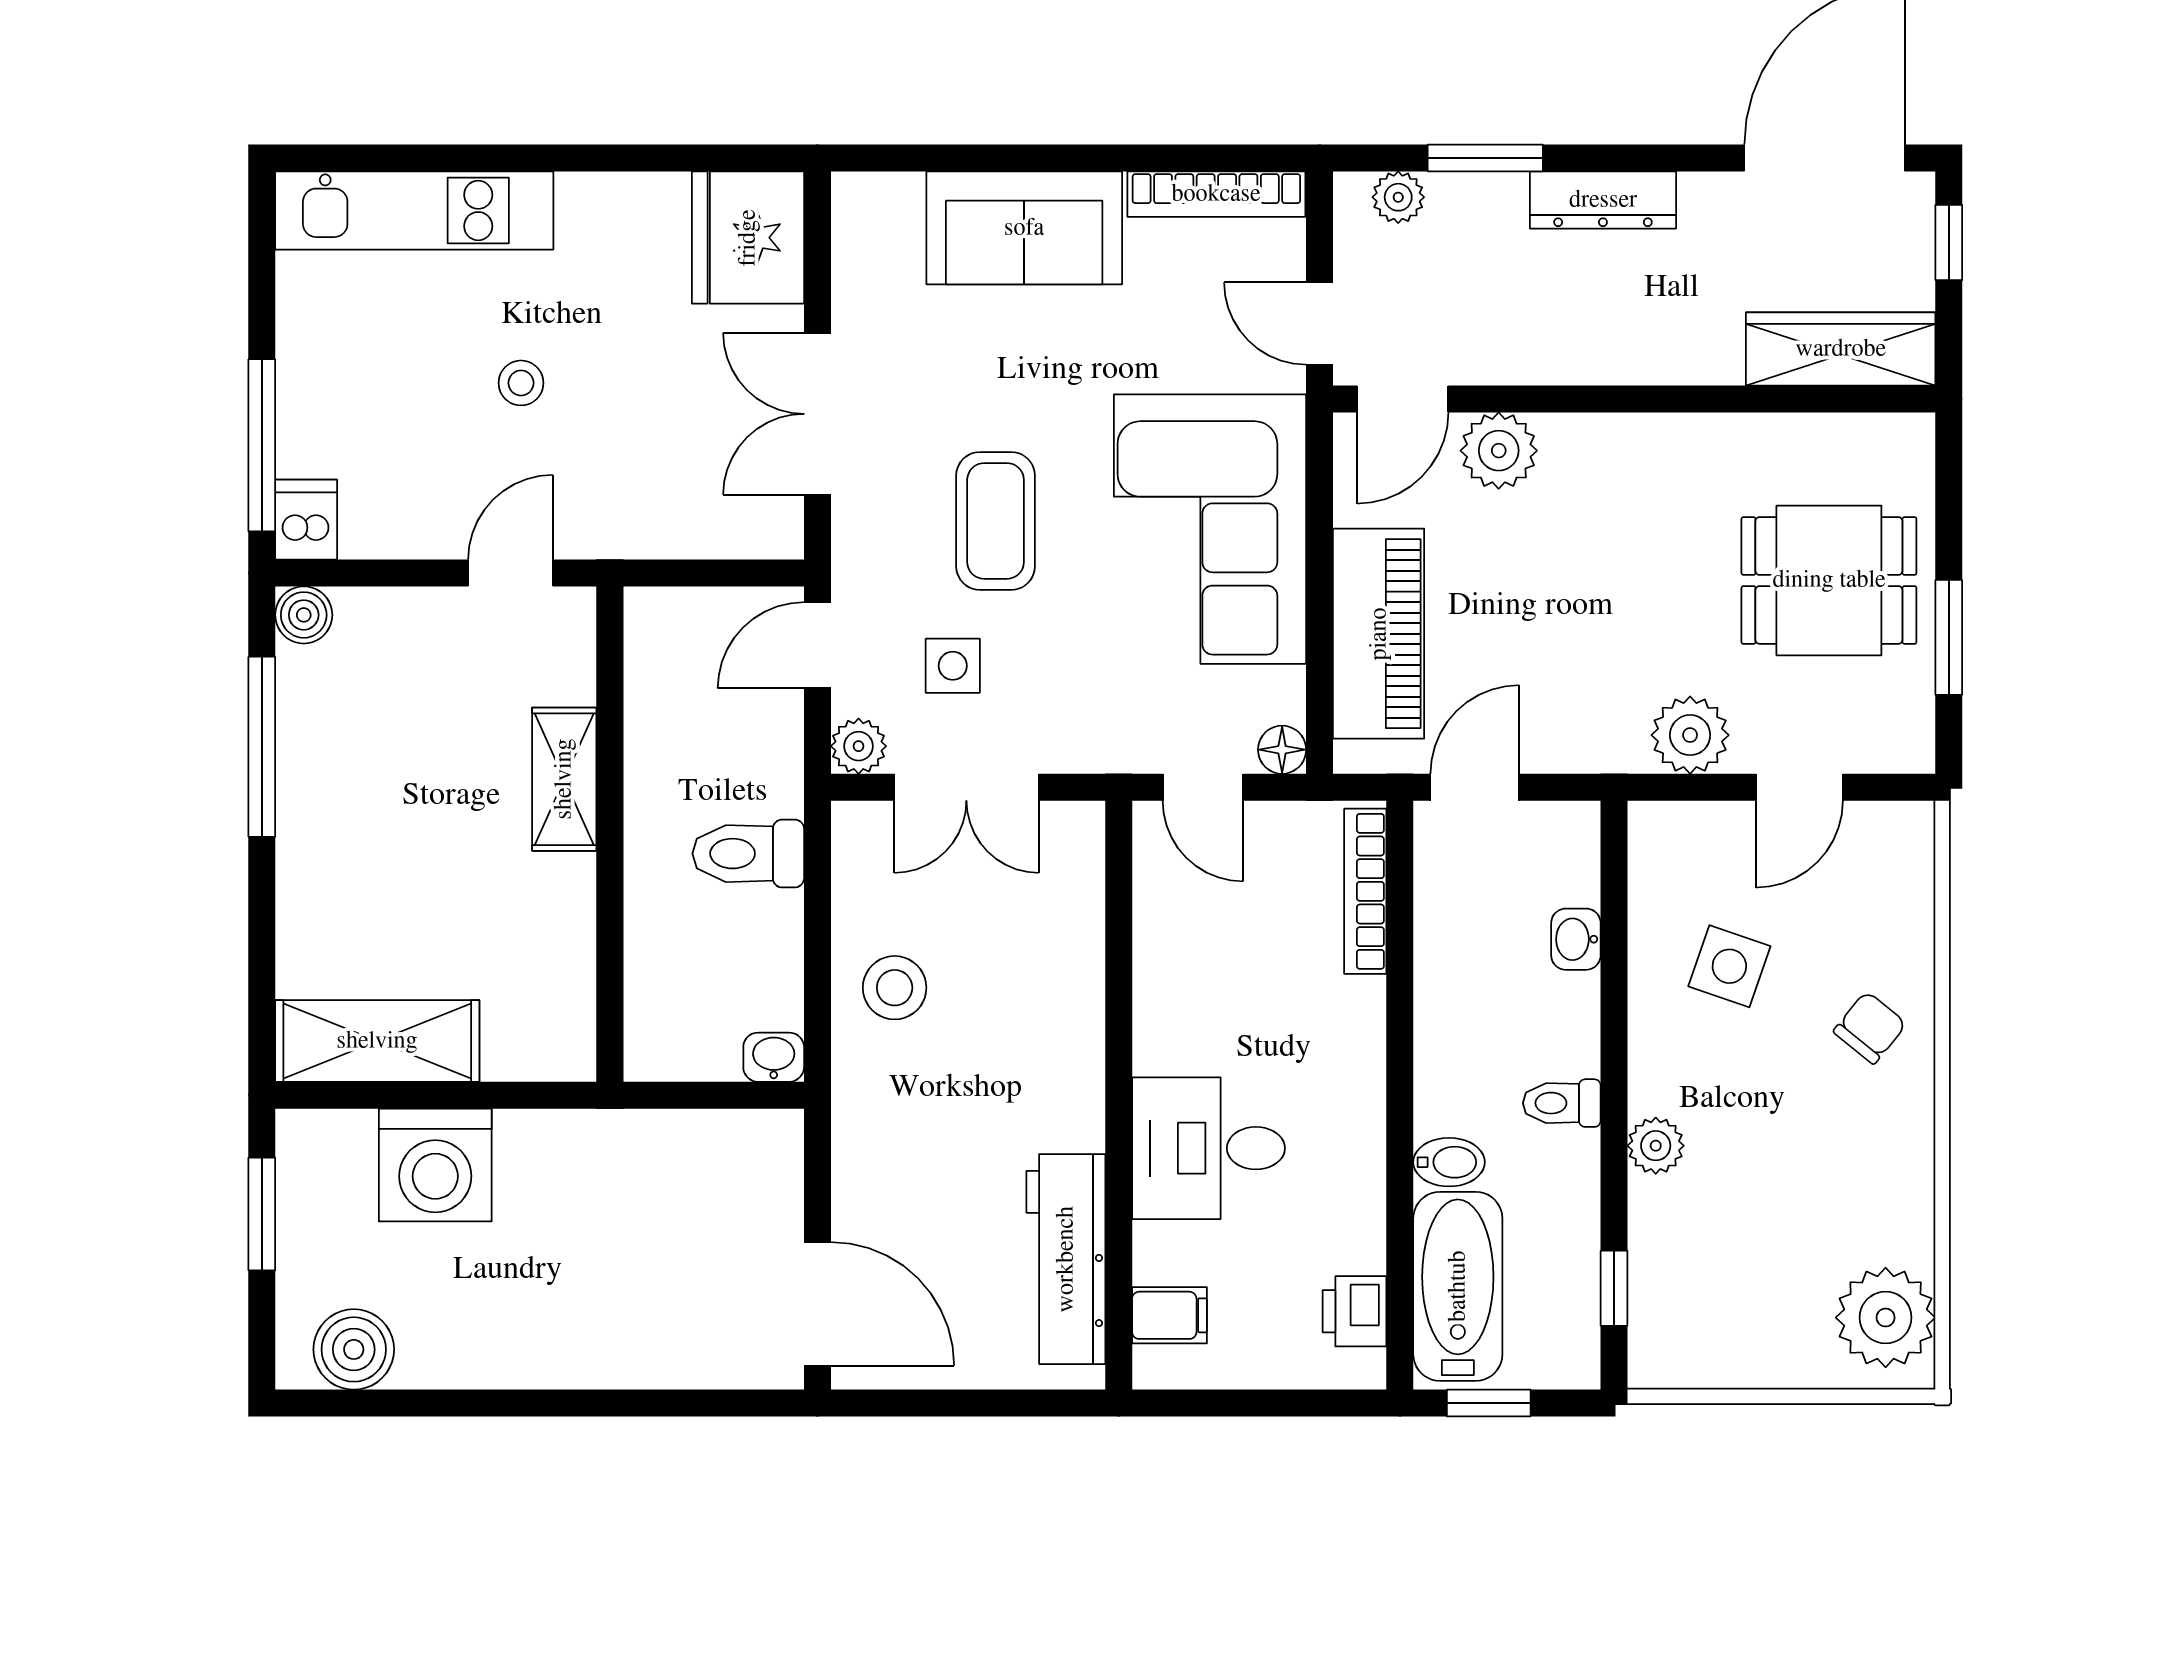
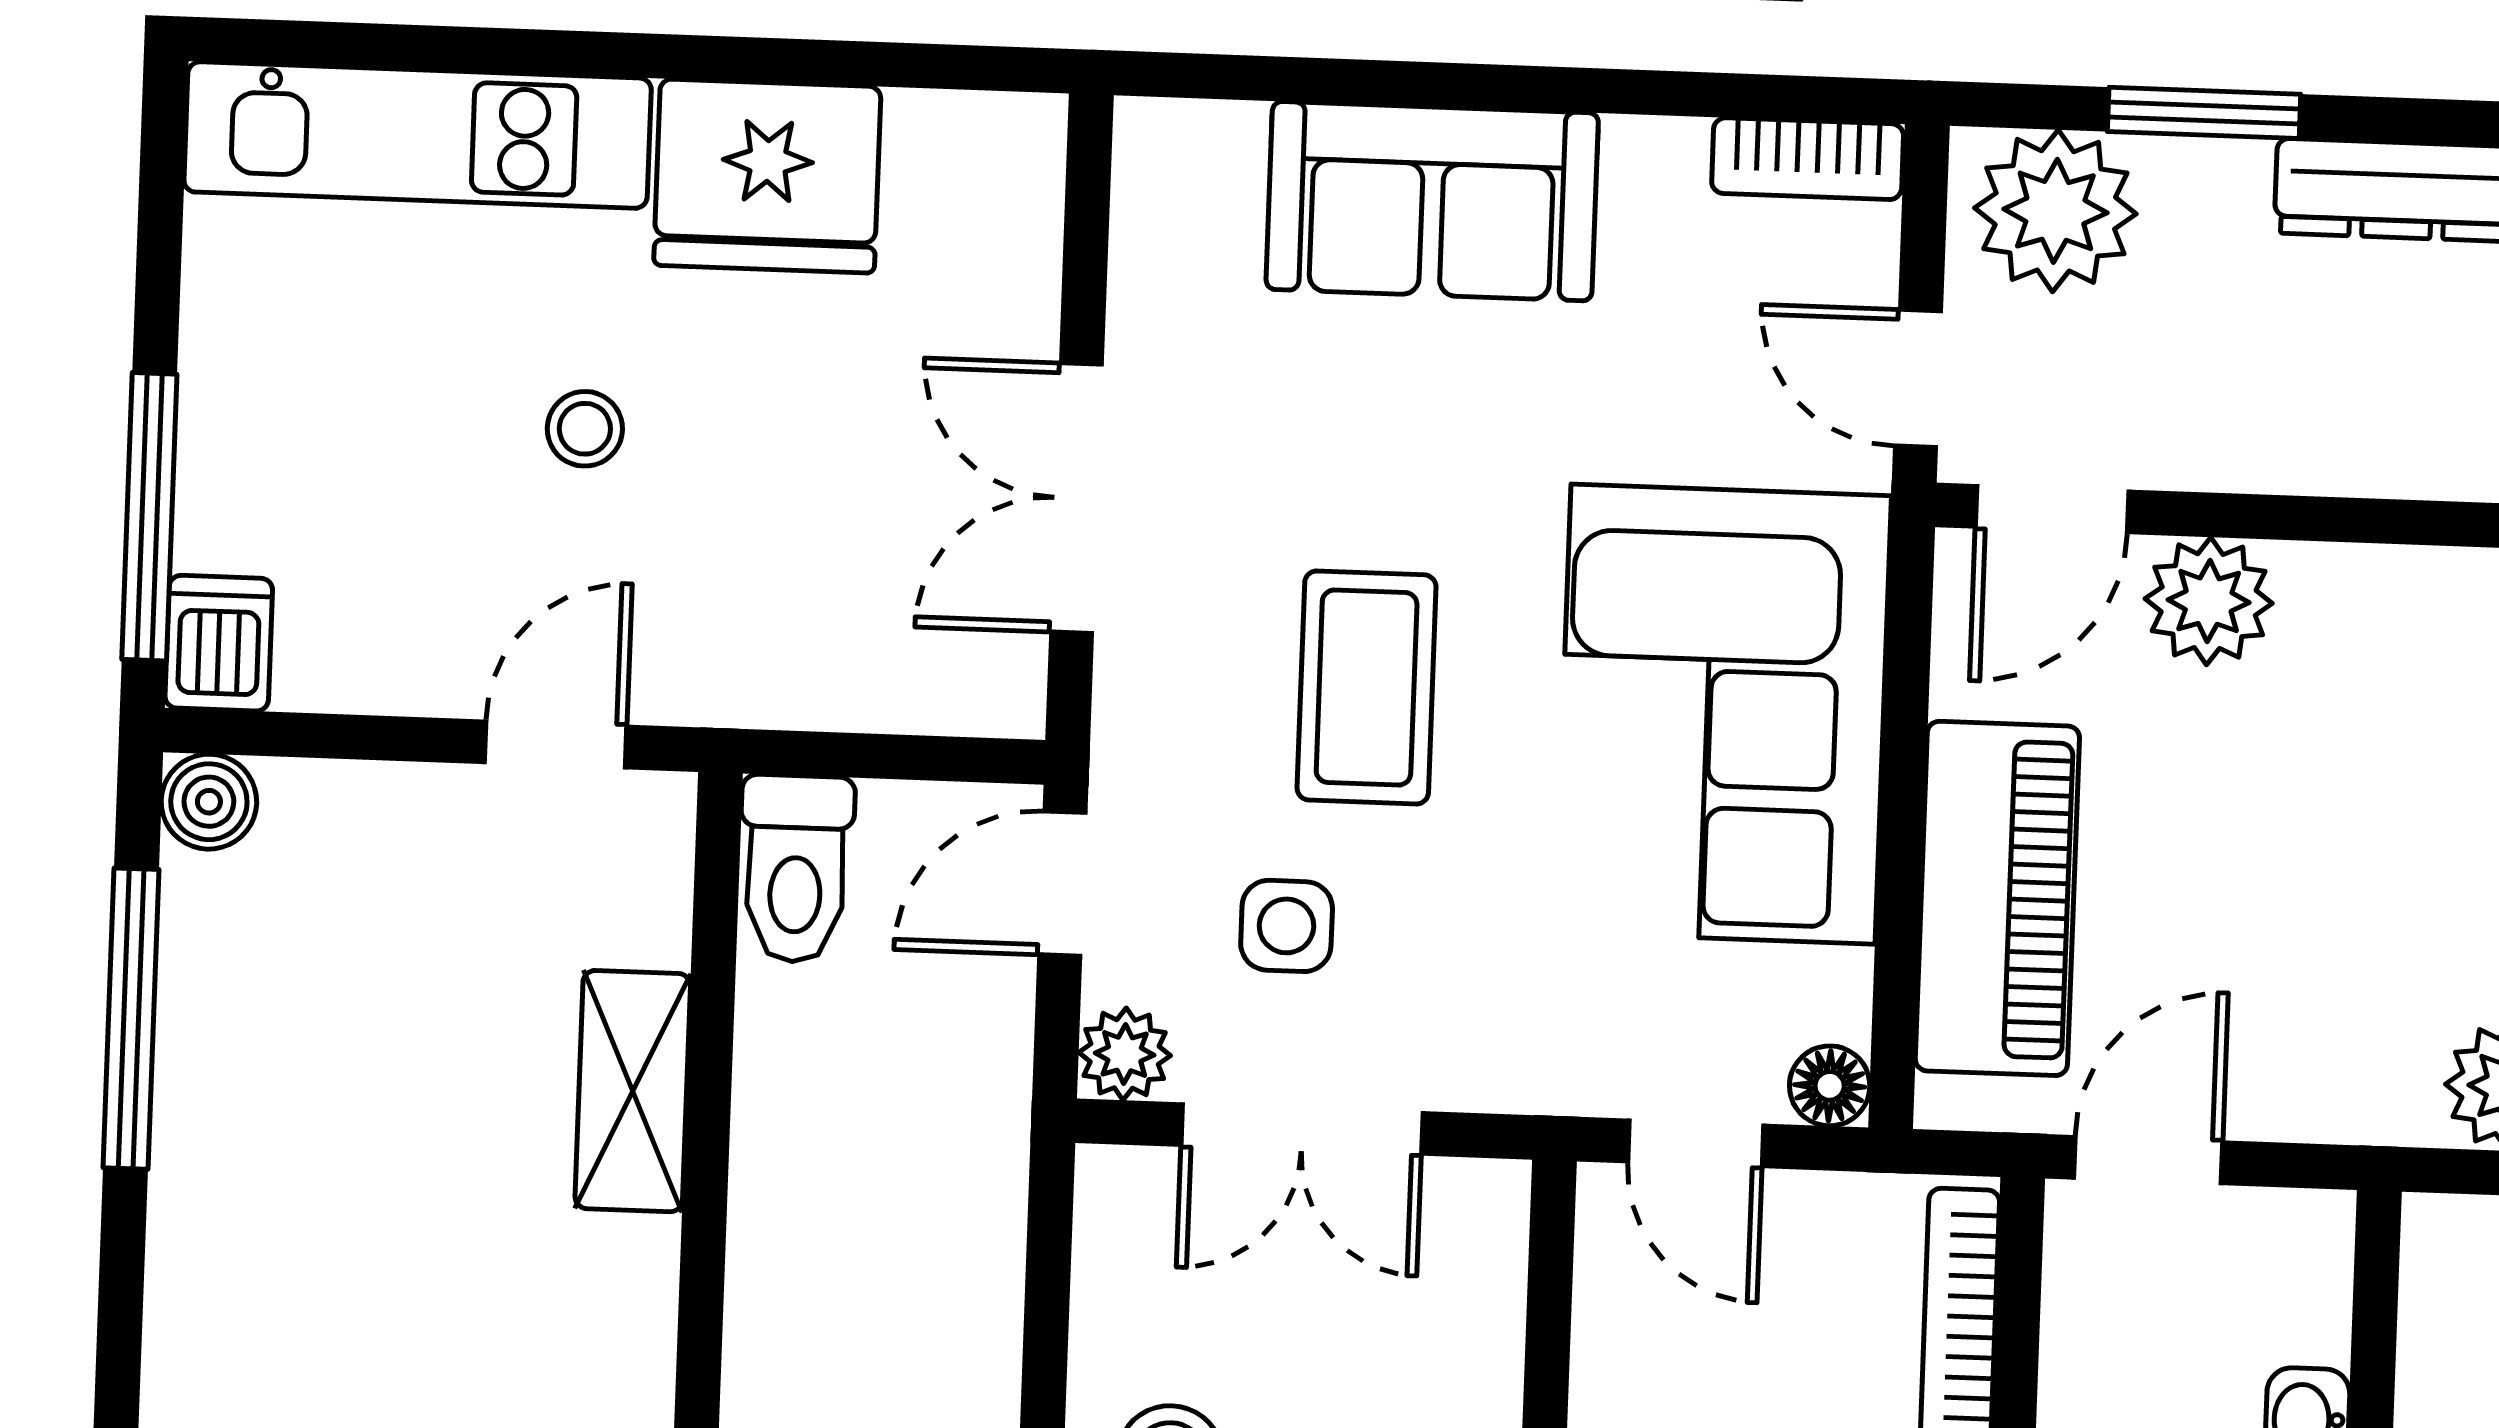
bookcase: (1216, 194) -> (1808, 159), width x0.64
plant: (1398, 197) -> (2055, 211), width x1.88, depth x1.88
fridge: (748, 238) -> (767, 176), moved, turned -90
toilet: (748, 854) -> (796, 869), moved, turned -90

